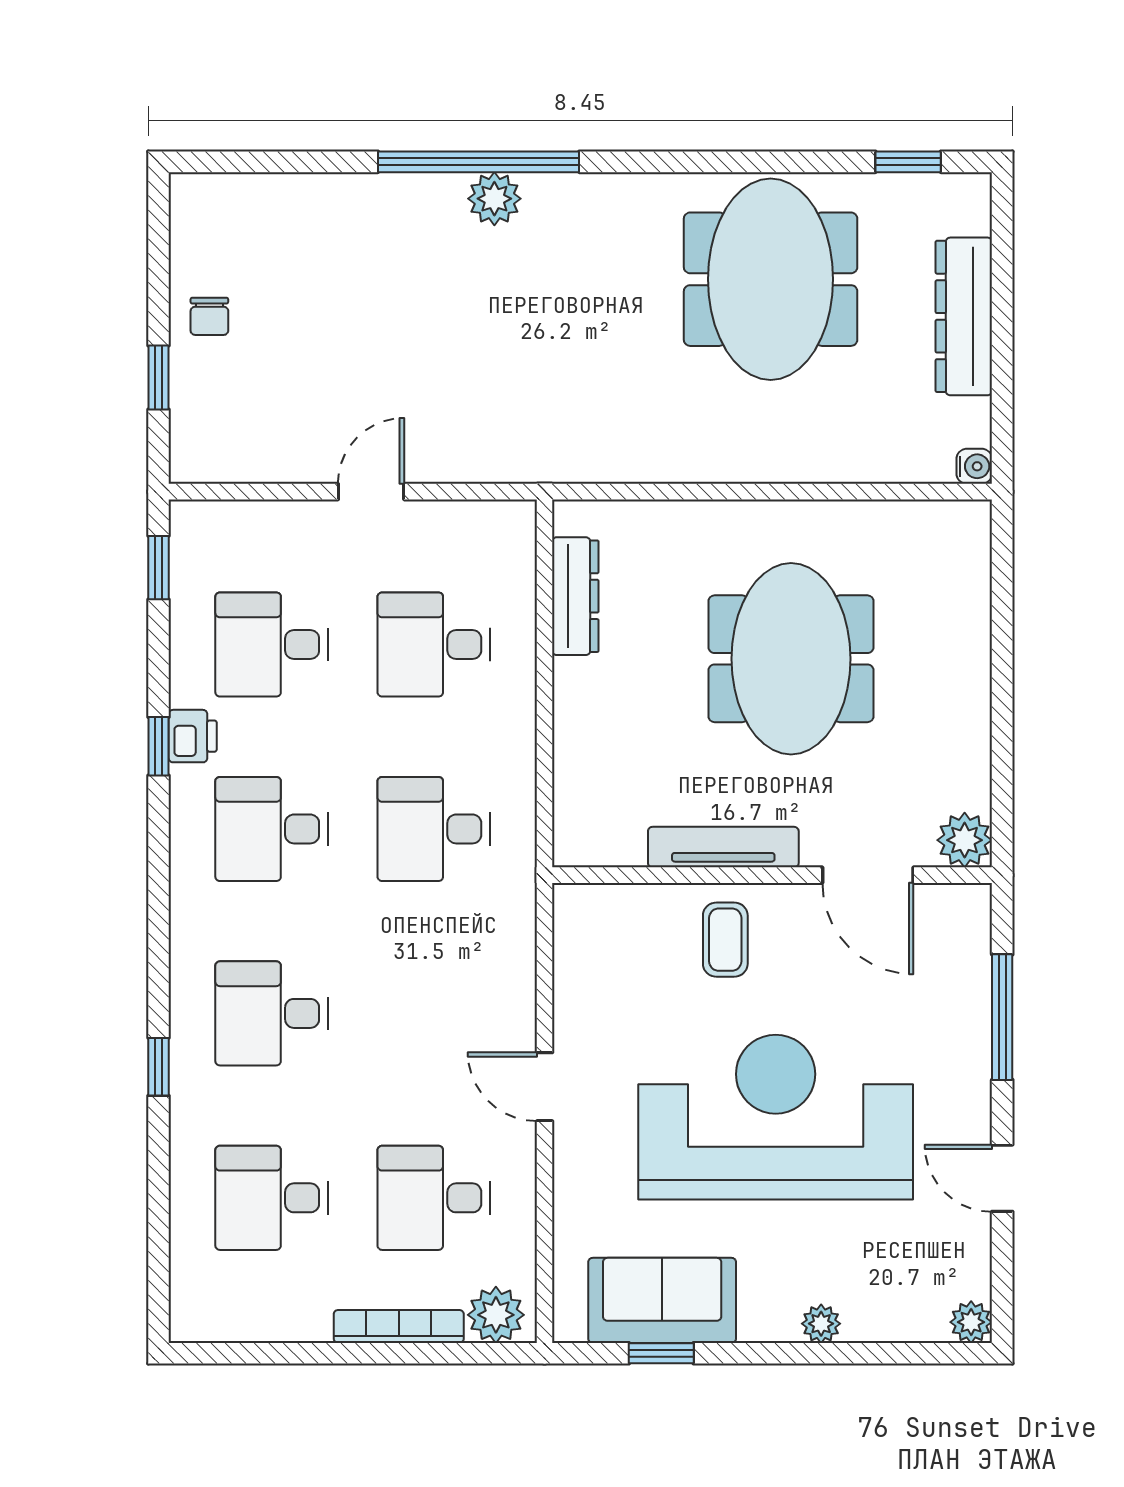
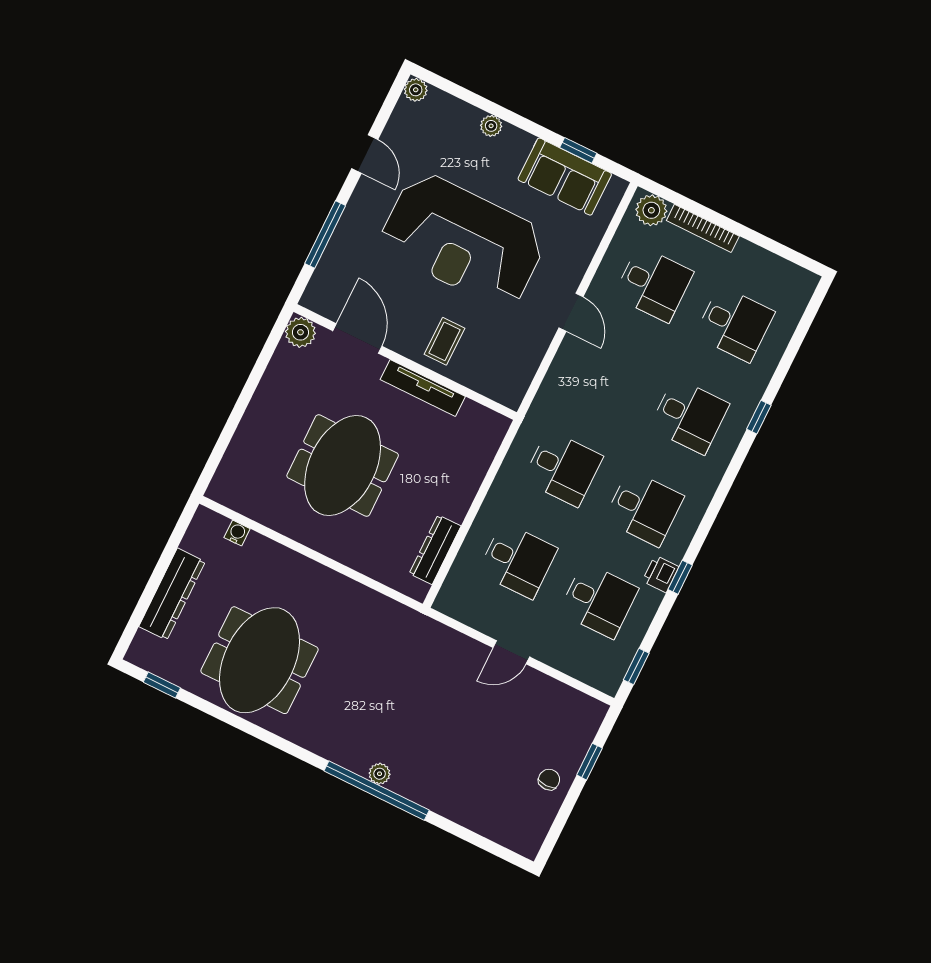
plant: (494, 199) -> (380, 774), width x0.73, depth x0.73
water cooler: (974, 466) -> (237, 533), moved, turned 90

